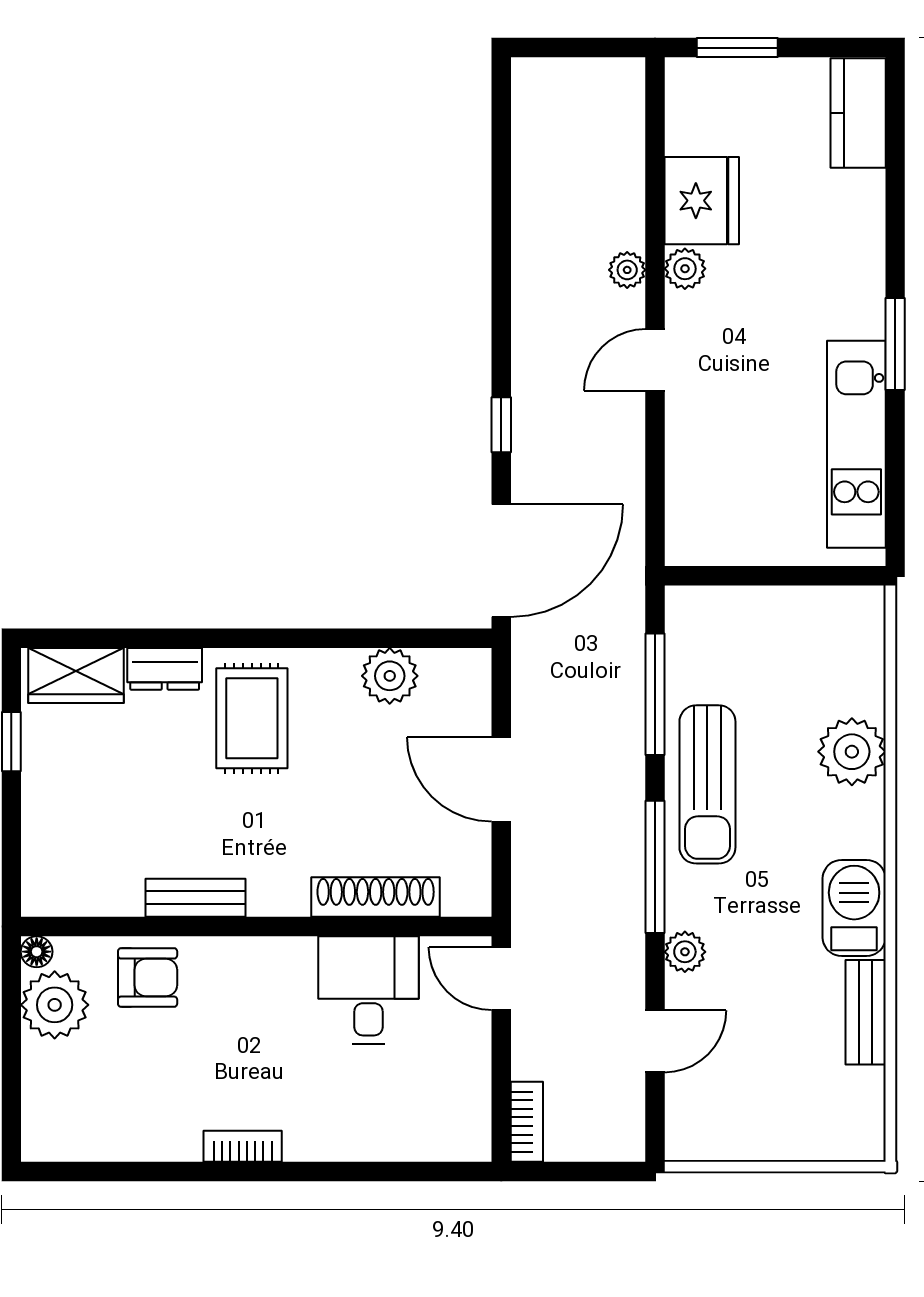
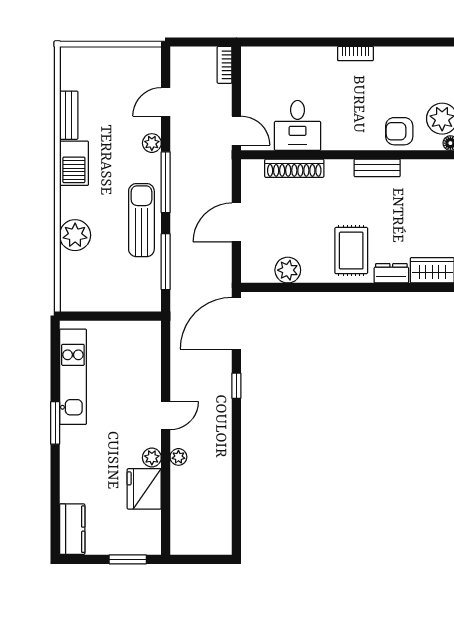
door: (501, 779) -> (236, 222), swing flipped

